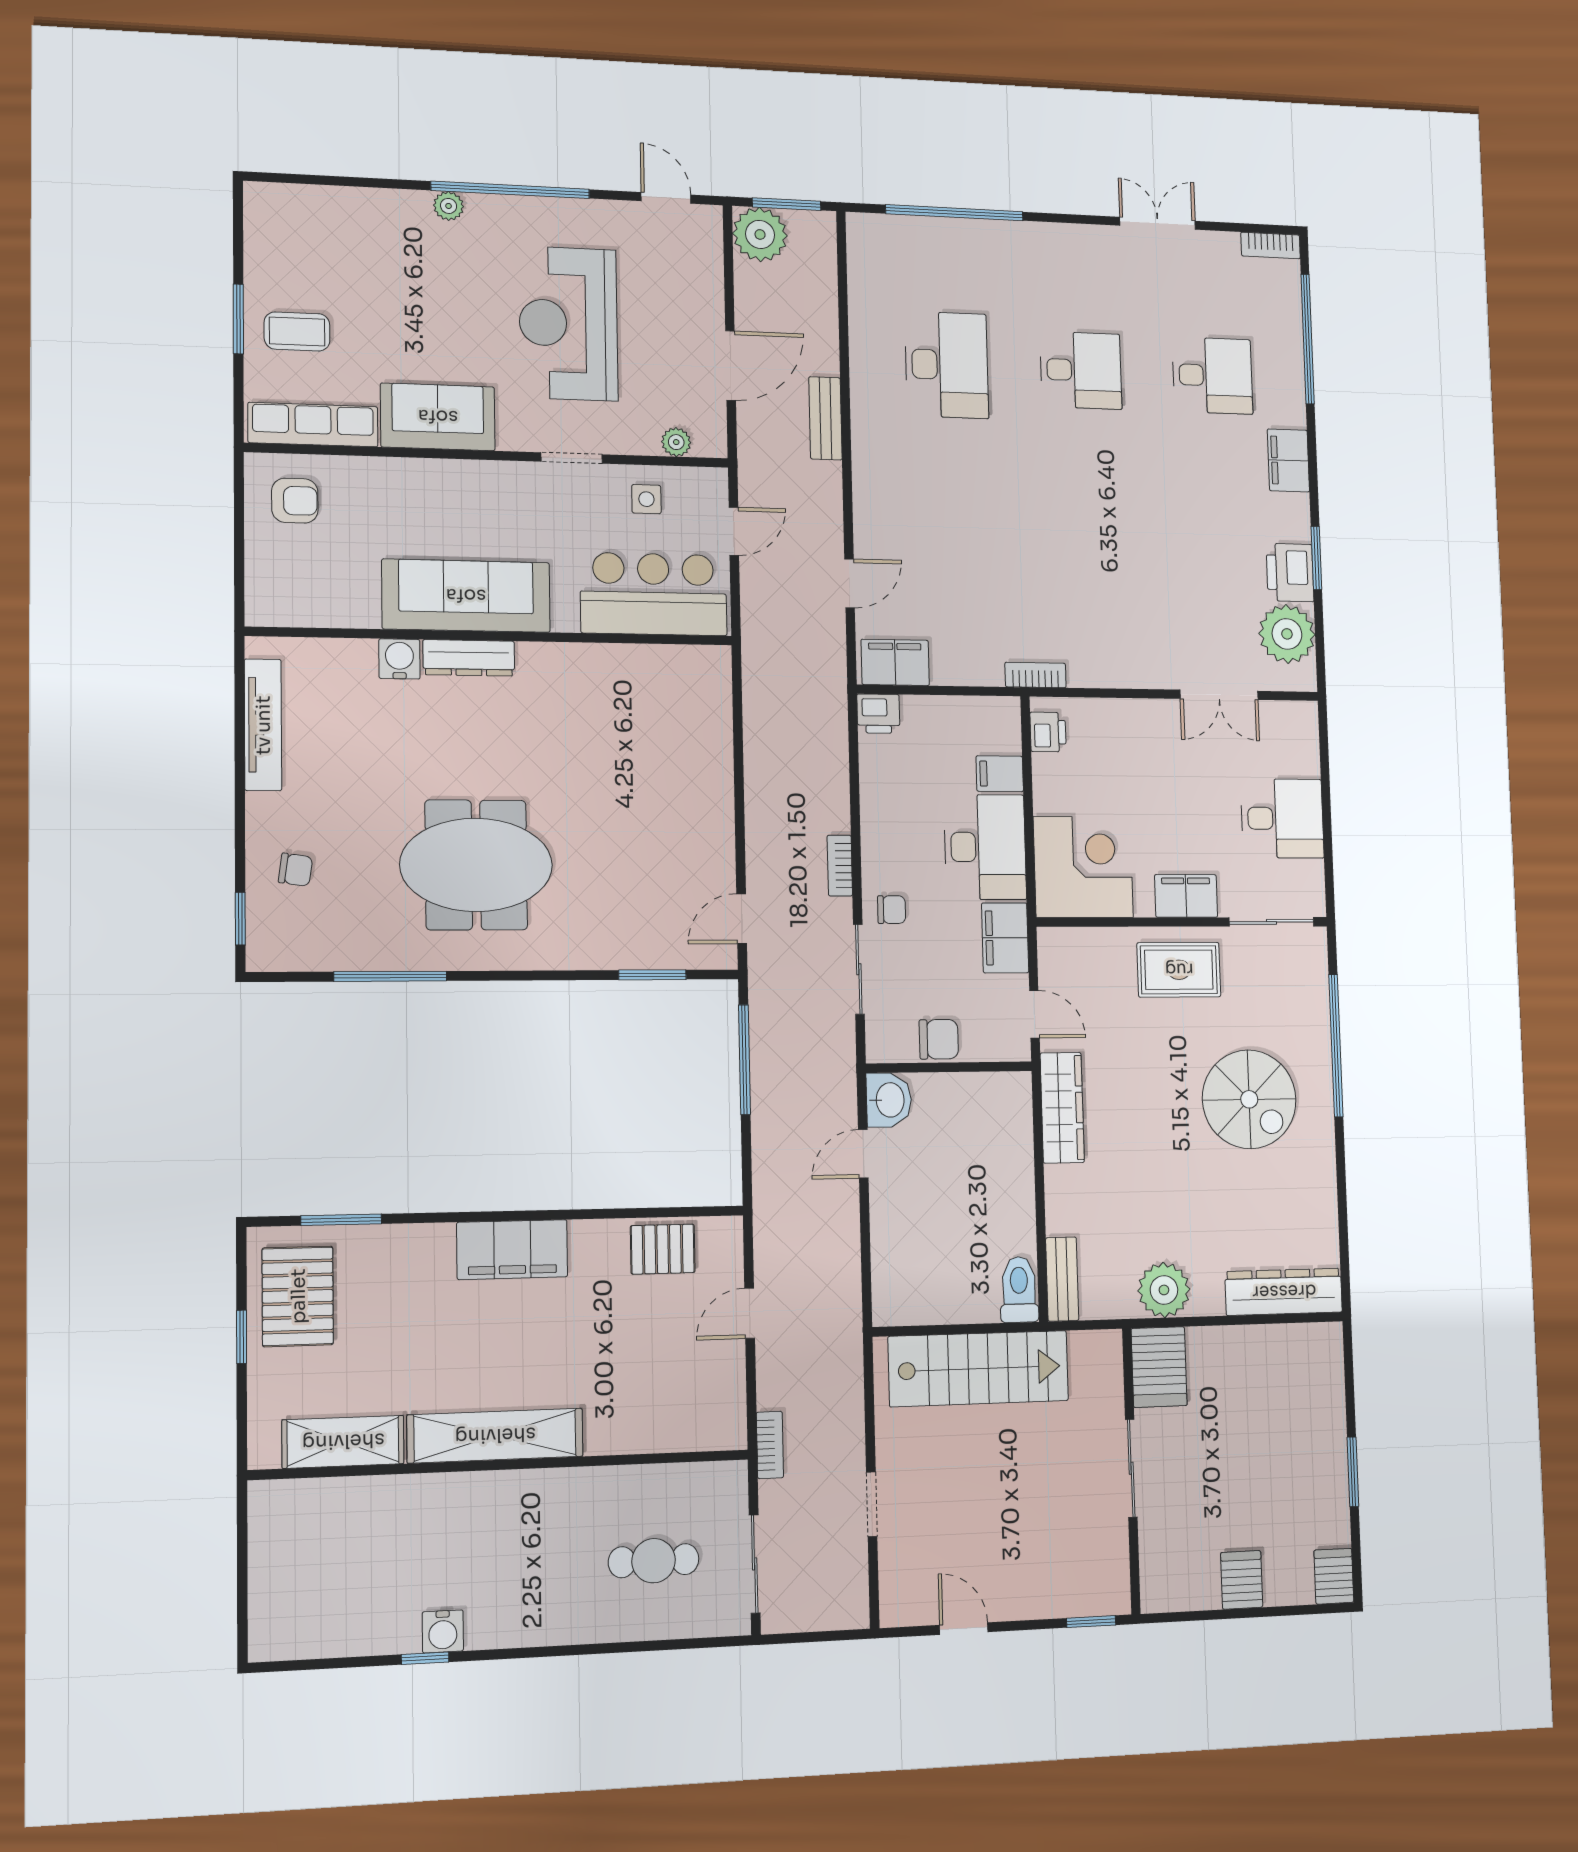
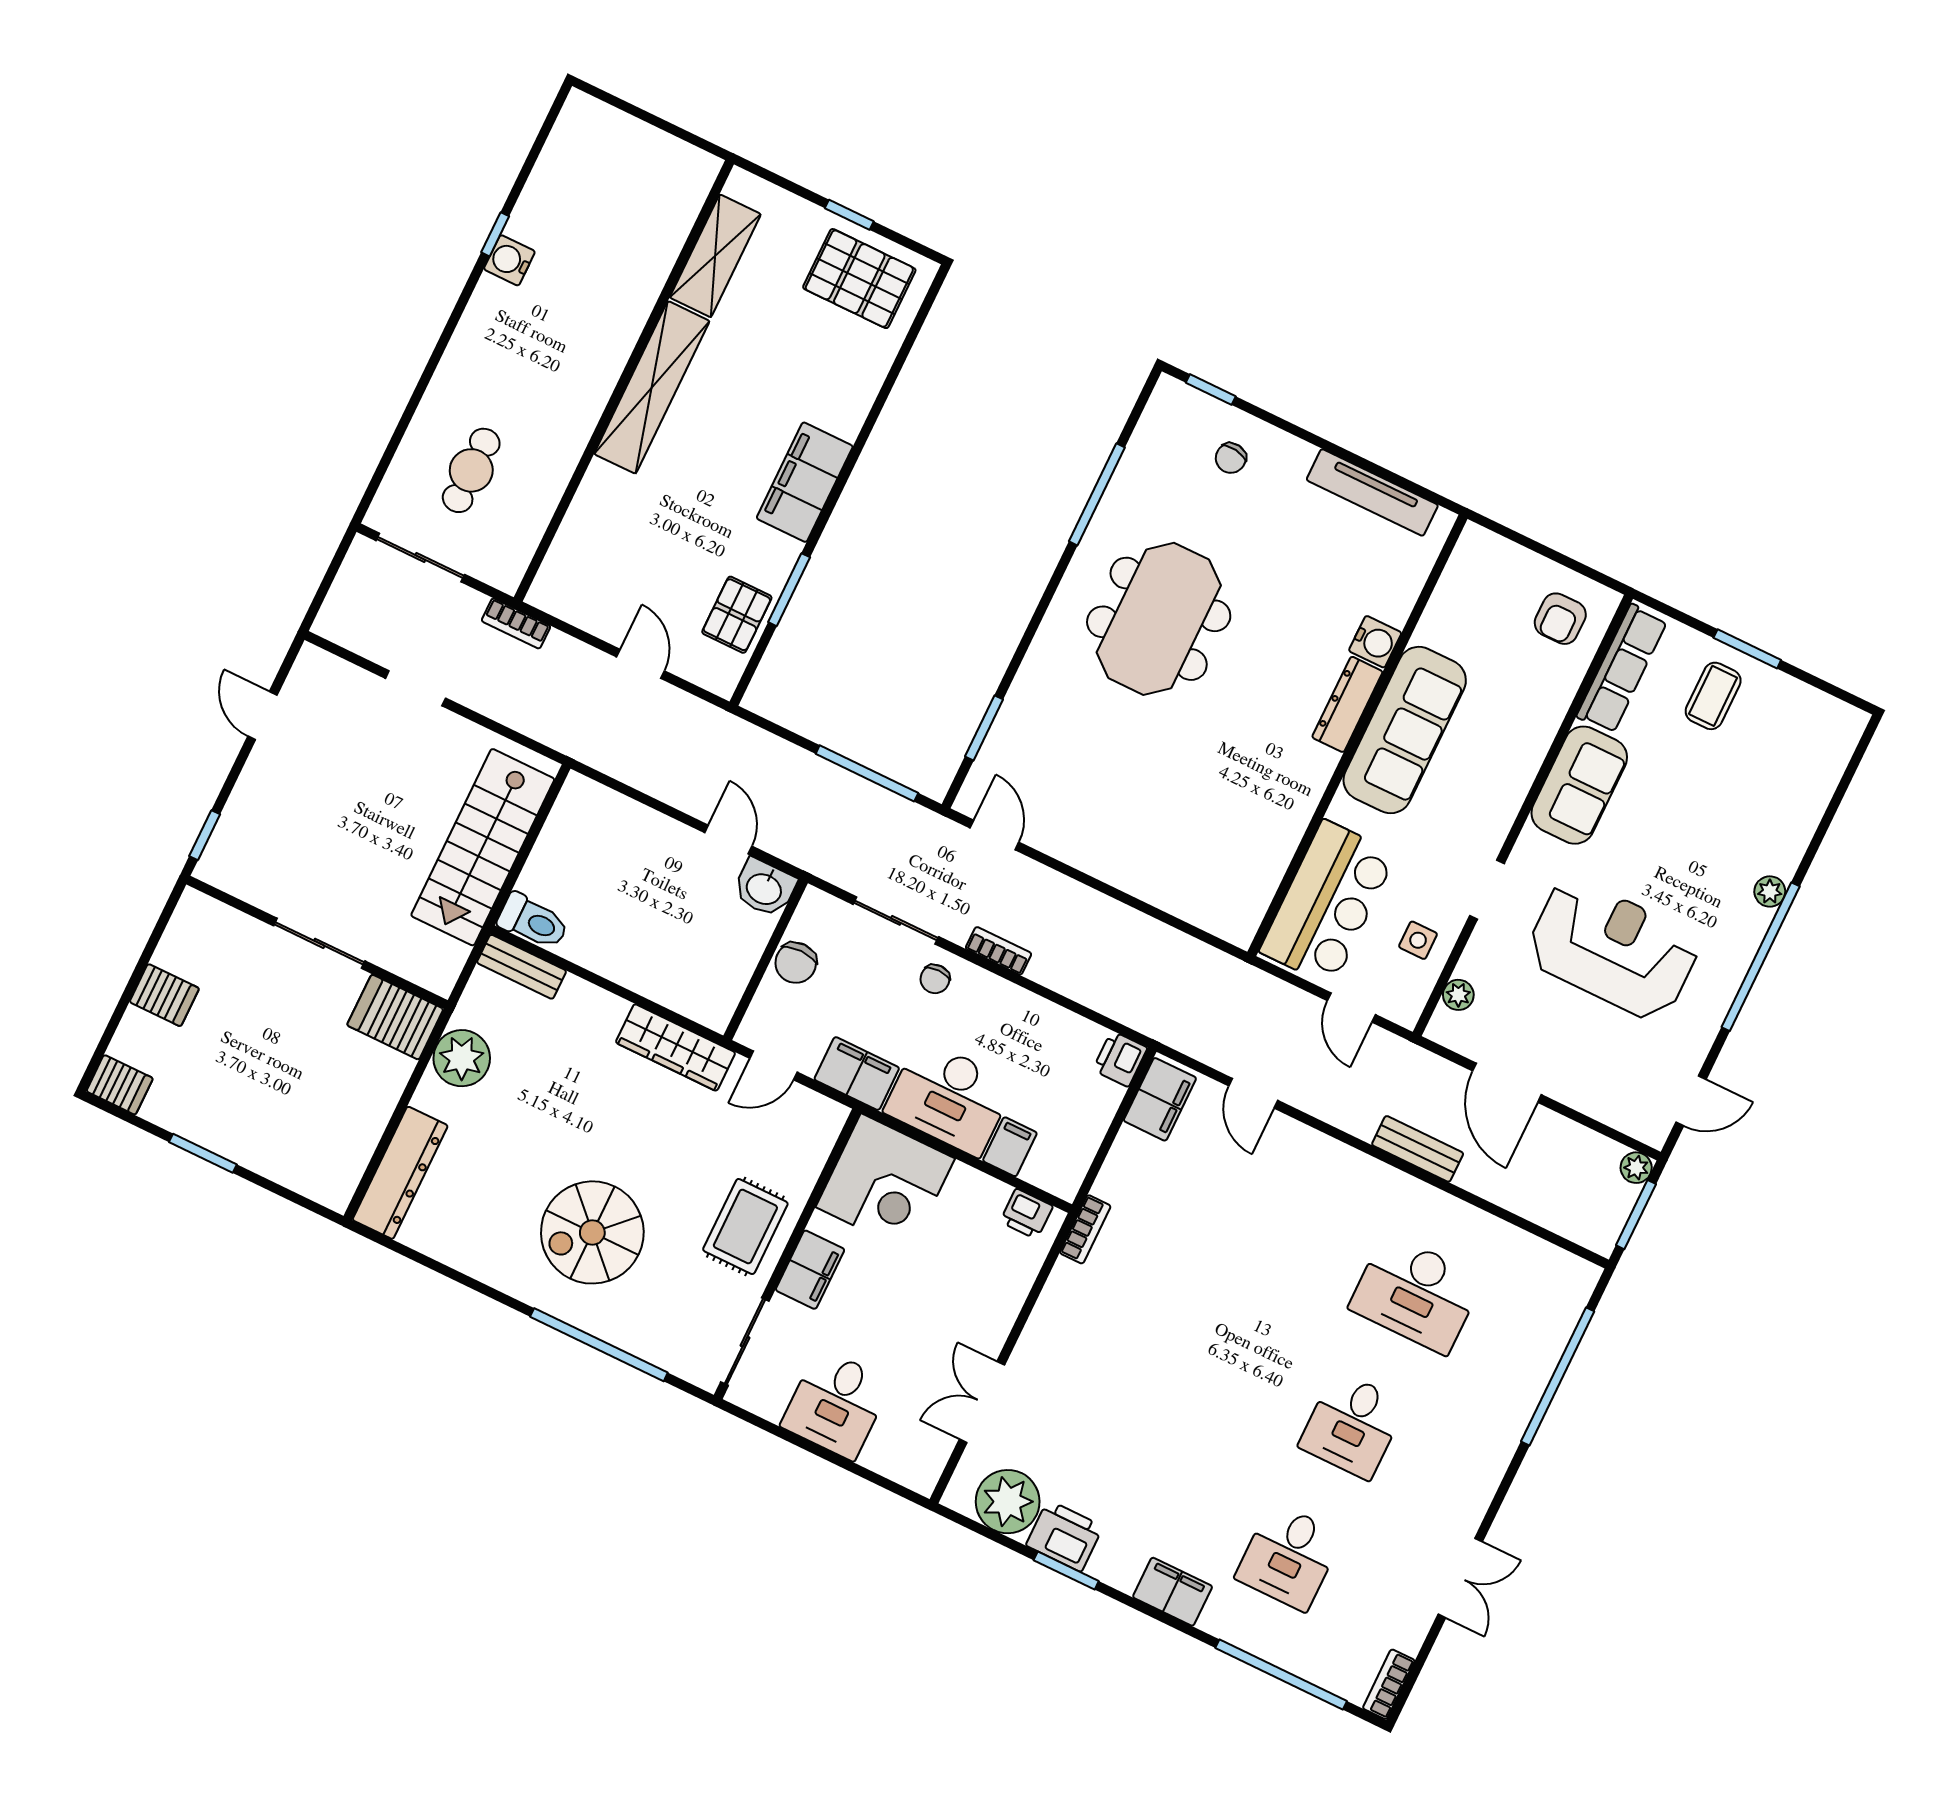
plant: (760, 234) -> (1636, 1168), width x0.53, depth x0.53
window: (341, 1220) -> (789, 590), moved
door: (964, 1629) -> (262, 716), swing flipped

